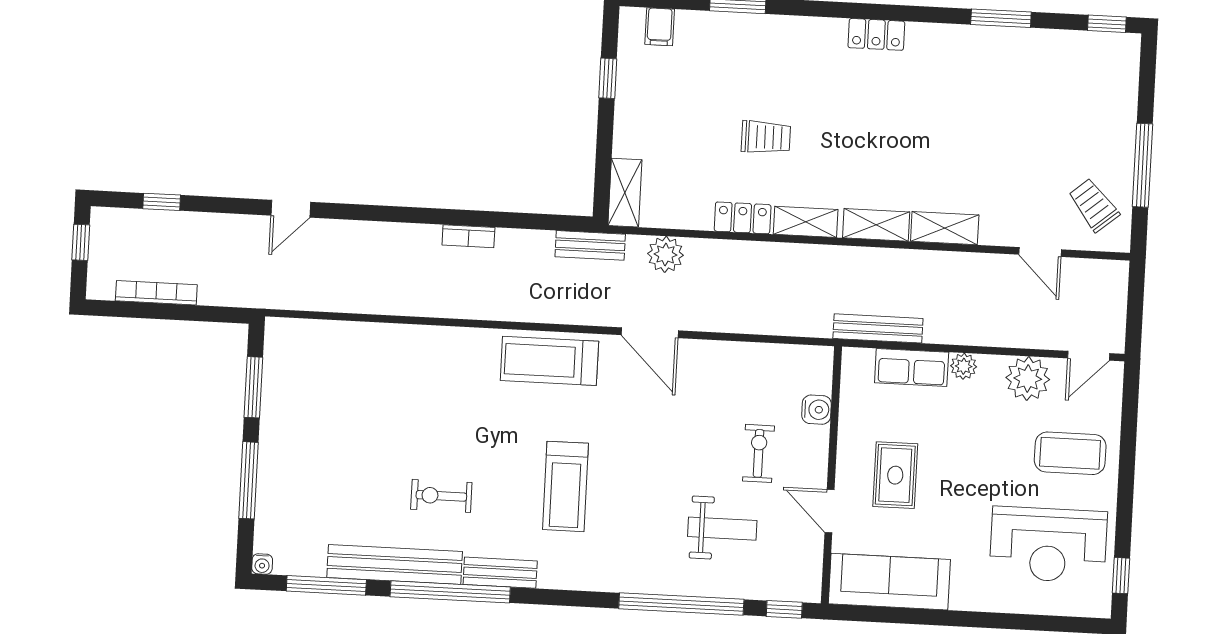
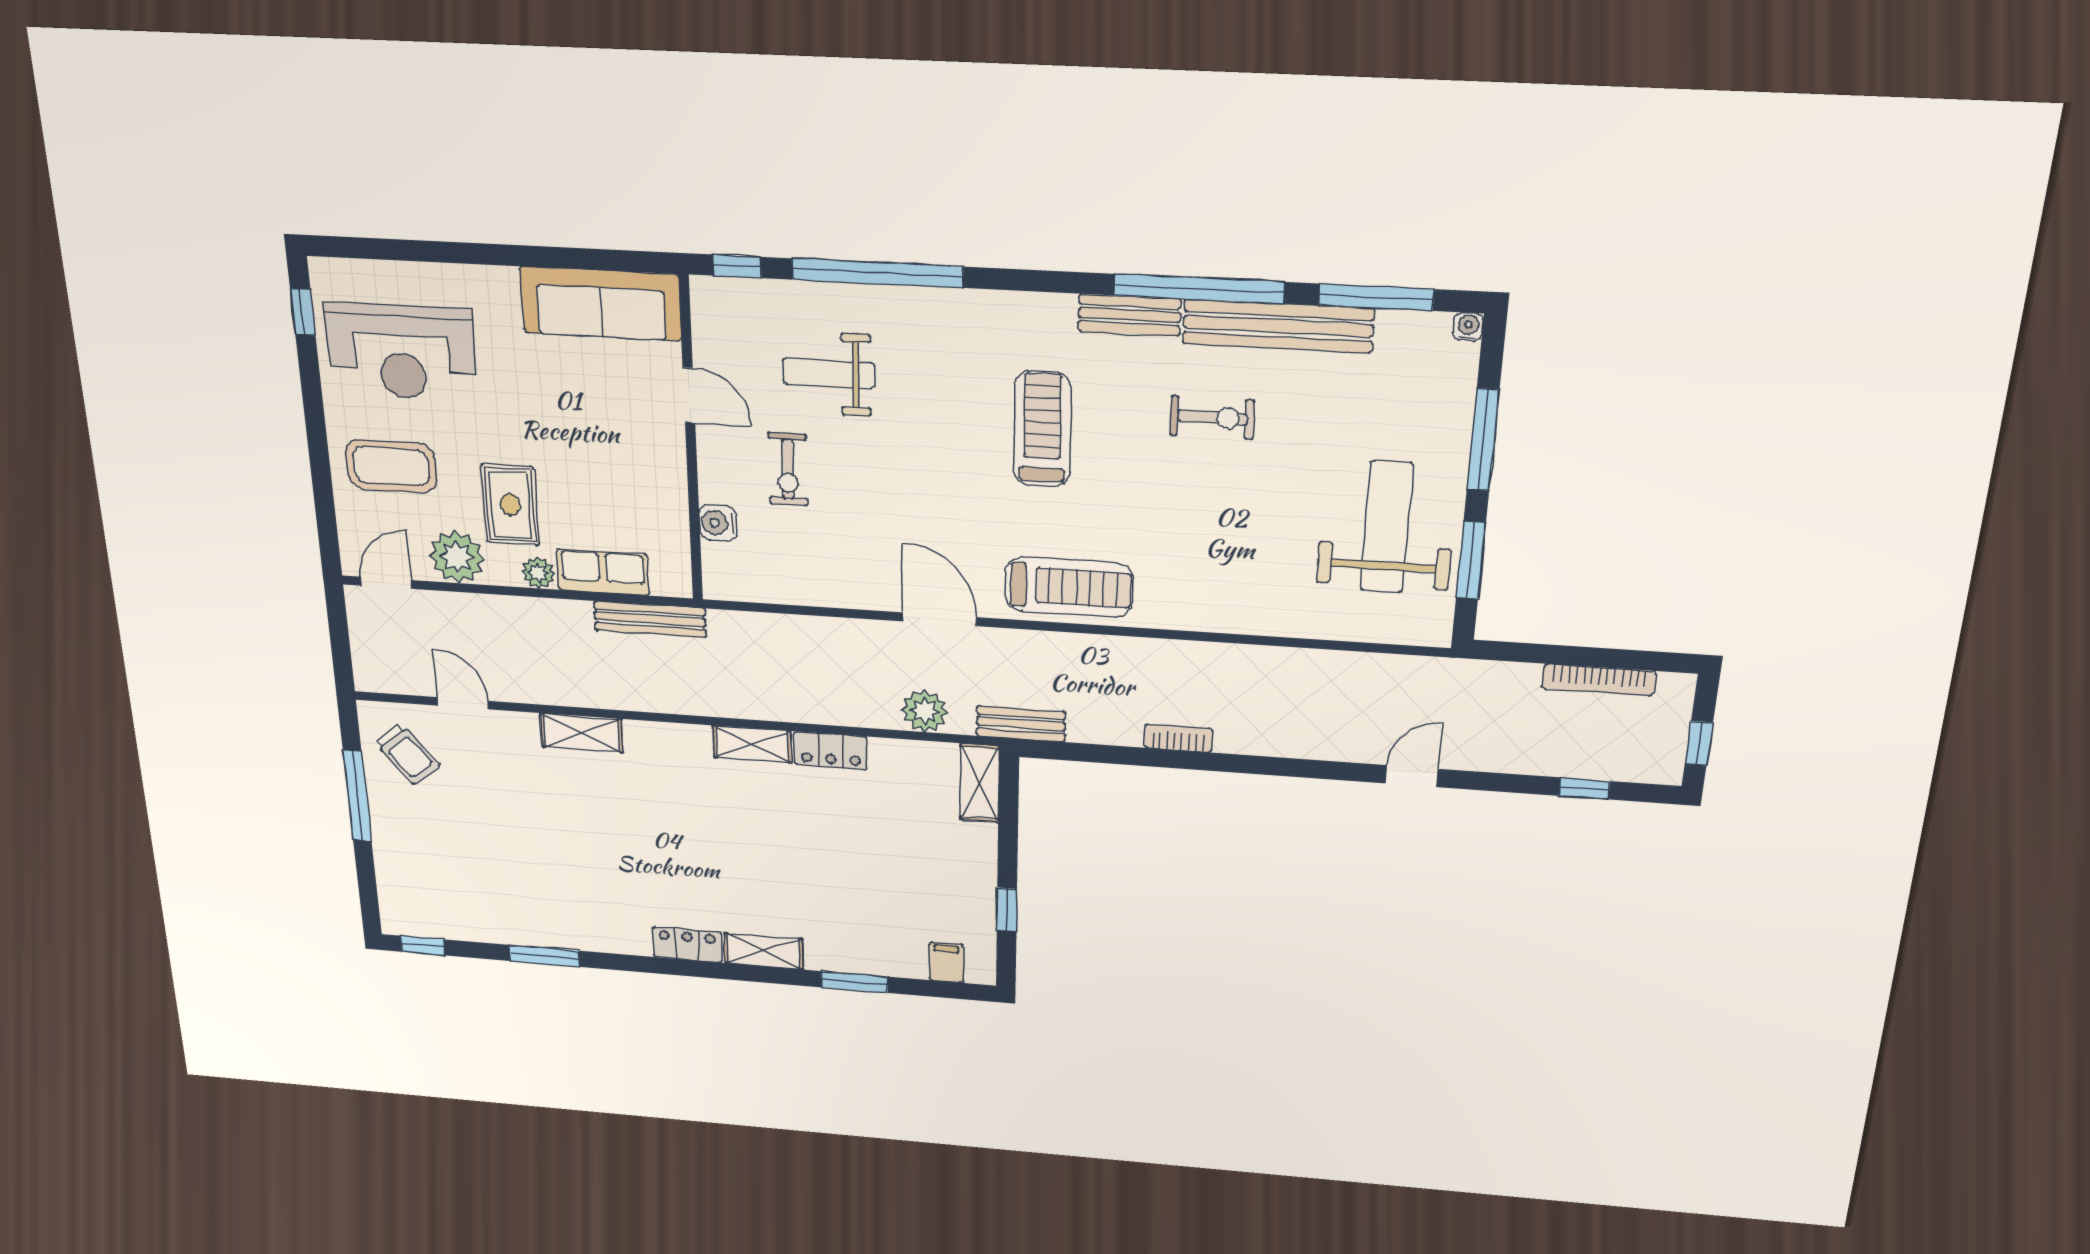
trolley: (766, 137) -> (809, 840), removed
shelving: (876, 225) -> (764, 951), moved
weight bench: (315, 412) -> (1387, 527), added
rug: (895, 475) -> (510, 505), moved
reception desk: (1048, 545) -> (401, 352), turned 180

